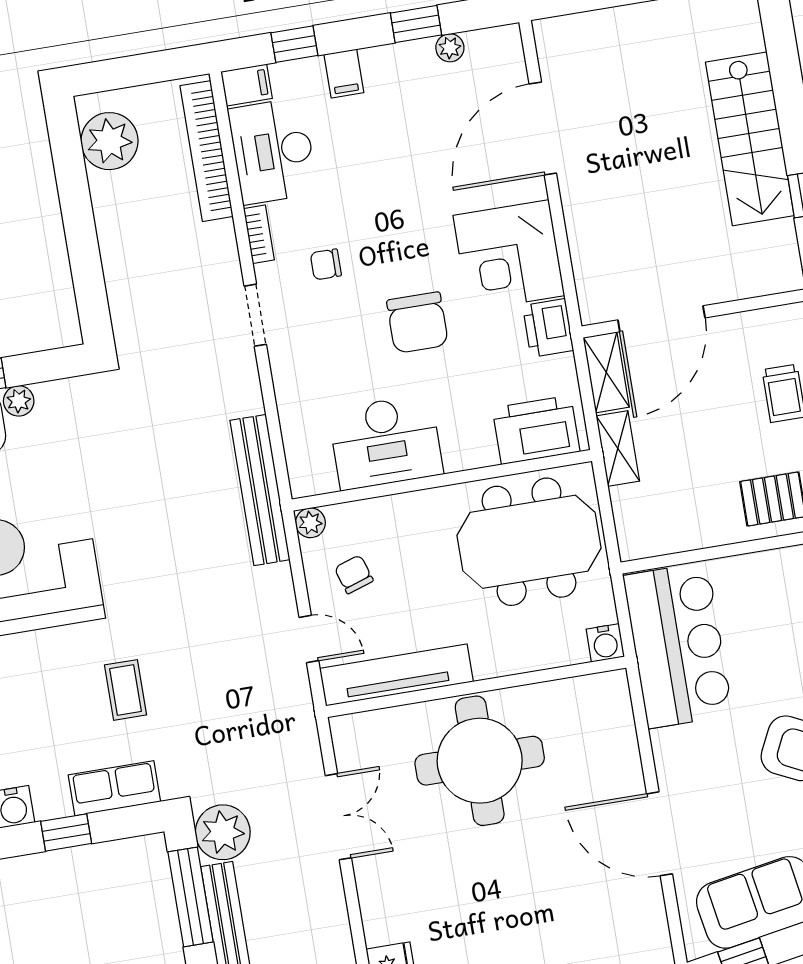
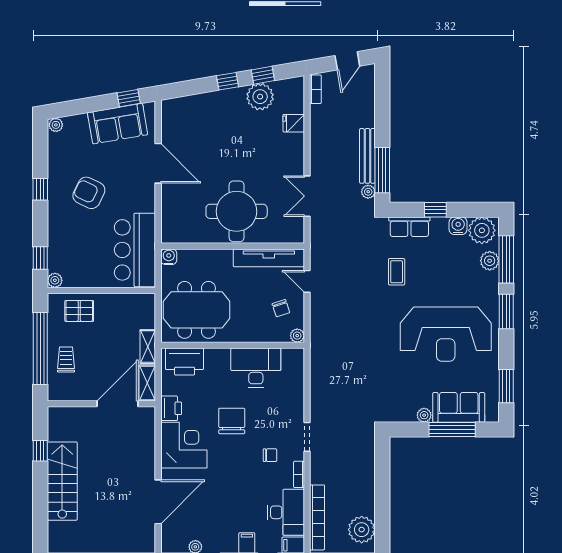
bench: (260, 490) -> (318, 355), removed
plant: (223, 832) -> (368, 192), width x0.53, depth x0.53

